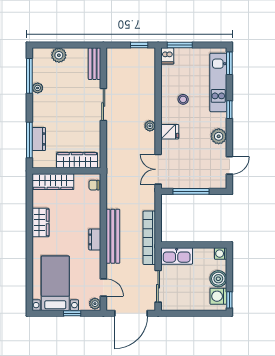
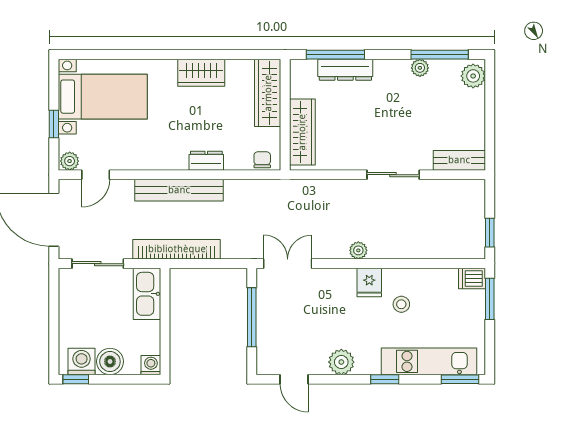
plant: (59, 55) -> (473, 76), moved
fridge: (170, 132) -> (369, 283), moved
dresser: (39, 139) -> (345, 70), width x1.44
dresser: (95, 239) -> (206, 161), moved

